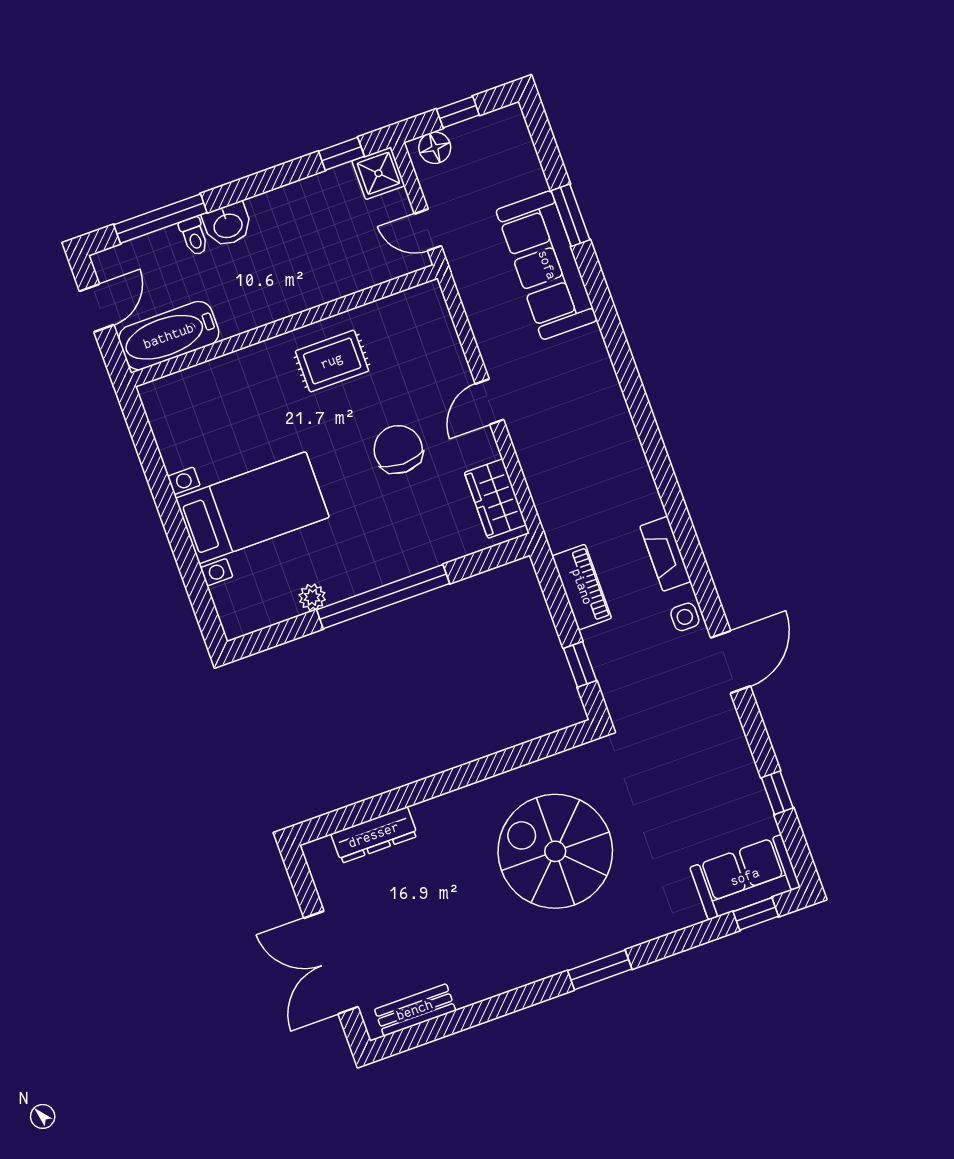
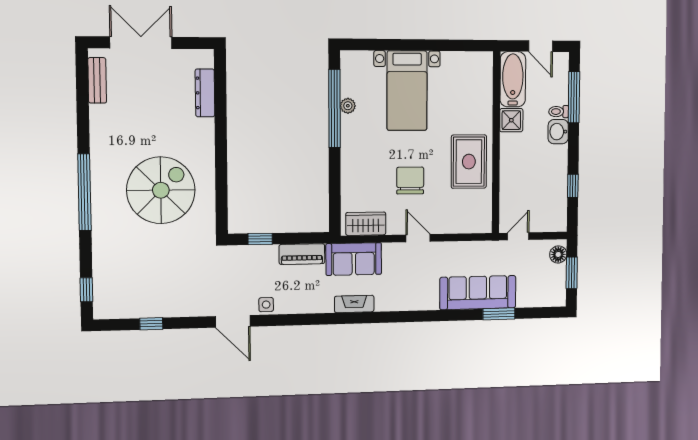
window: (458, 112) -> (572, 273), width x1.50
window: (341, 154) -> (573, 186), moved
shower: (378, 173) -> (511, 120), moved
rug: (332, 361) -> (469, 162), width x1.36, depth x1.43
chair: (398, 449) -> (410, 181), turned -90
fireplace: (665, 554) -> (354, 304), moved
window: (383, 597) -> (334, 109), moved
sofa: (745, 877) -> (354, 259), moved, turned 90
window: (600, 970) -> (84, 192), width x2.11

